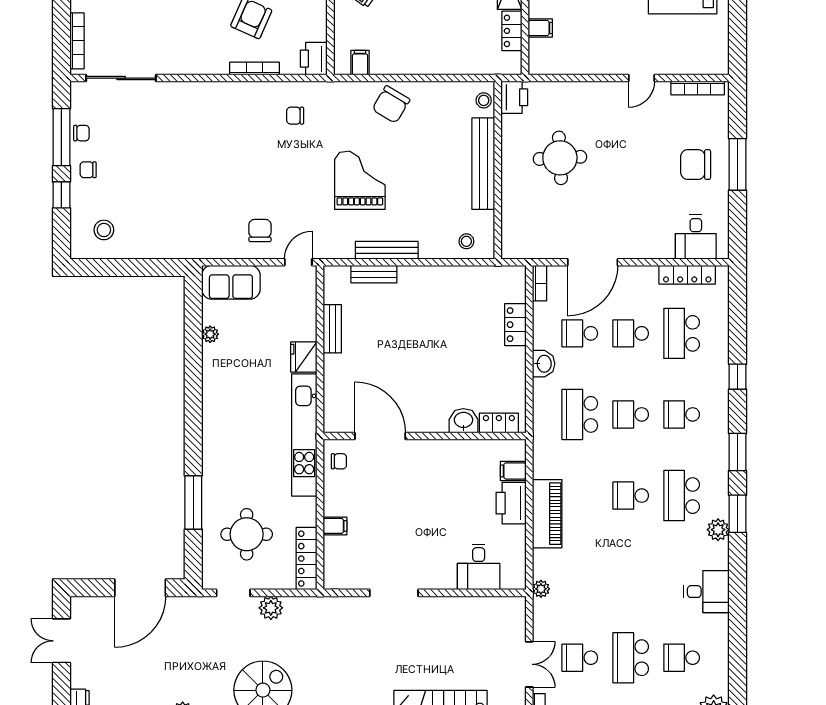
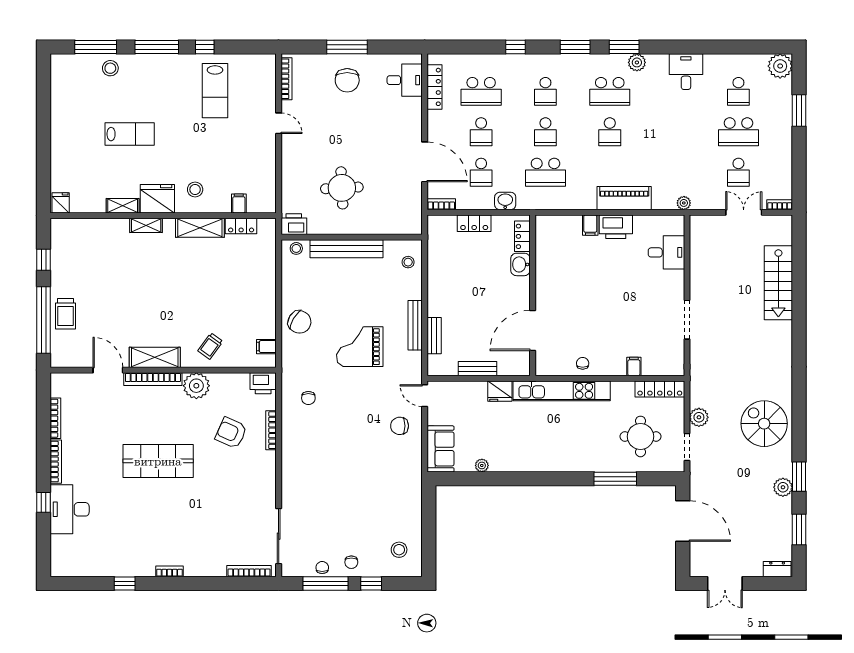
washbasin: (463, 421) -> (520, 264), moved
locker: (499, 423) -> (522, 236), moved
door: (380, 436) -> (533, 331), moved
wall: (425, 436) -> (533, 295), moved

